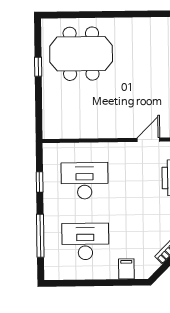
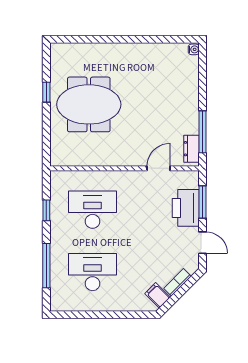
meeting table: (81, 54) -> (89, 104), moved
filing cabinet: (126, 269) -> (158, 295), moved, turned -45

